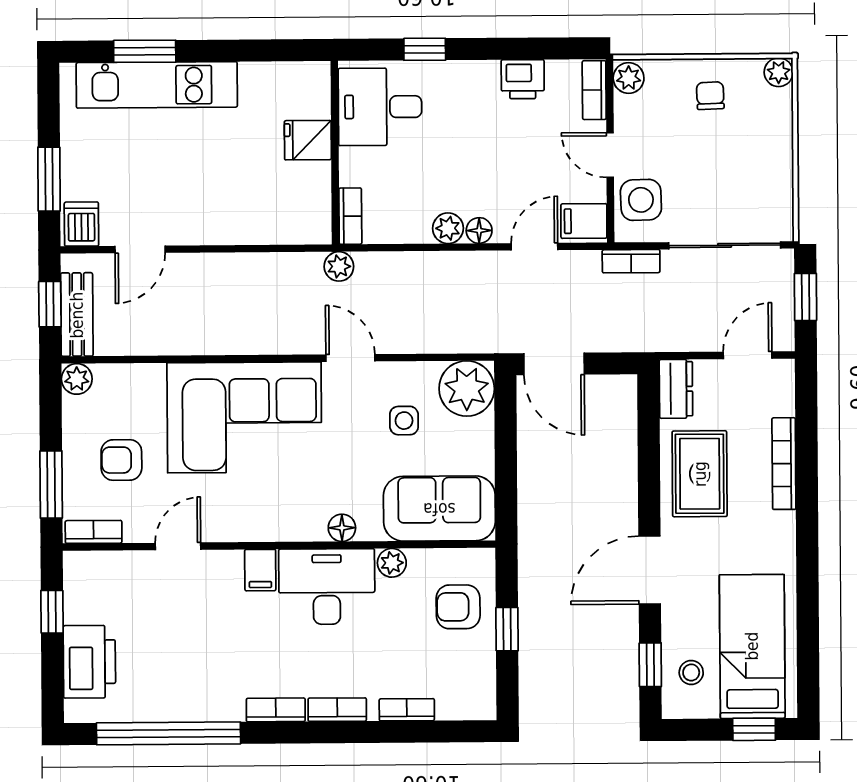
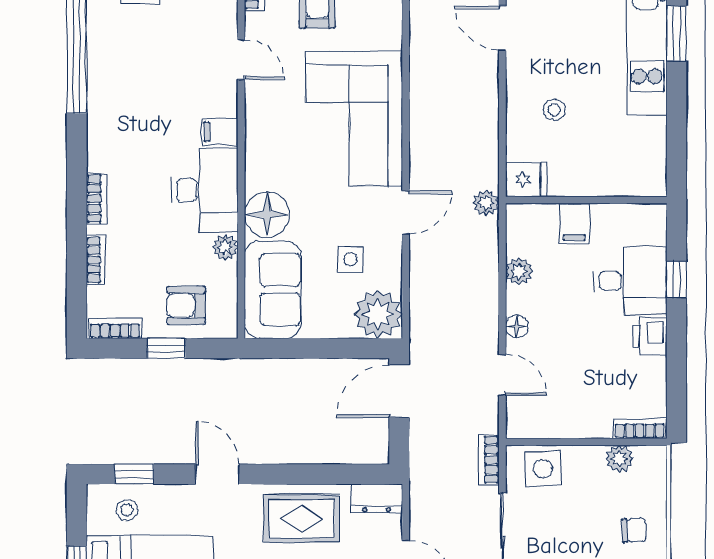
plant: (629, 78) -> (619, 459), moved
printer: (523, 79) -> (650, 336), moved
desk: (380, 107) -> (630, 281), moved, turned 90
fridge: (308, 140) -> (526, 180), moved, turned 90
door: (610, 155) -> (582, 442), removed
stool: (233, 190) -> (554, 110), added
bookcase: (350, 216) -> (530, 213), removed
filing cabinet: (584, 221) -> (575, 223), moved, turned 180
plant: (448, 228) -> (519, 271), moved
floor lamp: (342, 528) -> (267, 214), width x1.89, depth x1.89
door: (650, 570) -> (217, 474), width x0.73
armchair: (458, 607) -> (186, 306), turned -90
bookcase: (276, 710) -> (115, 328), moved, turned -90

